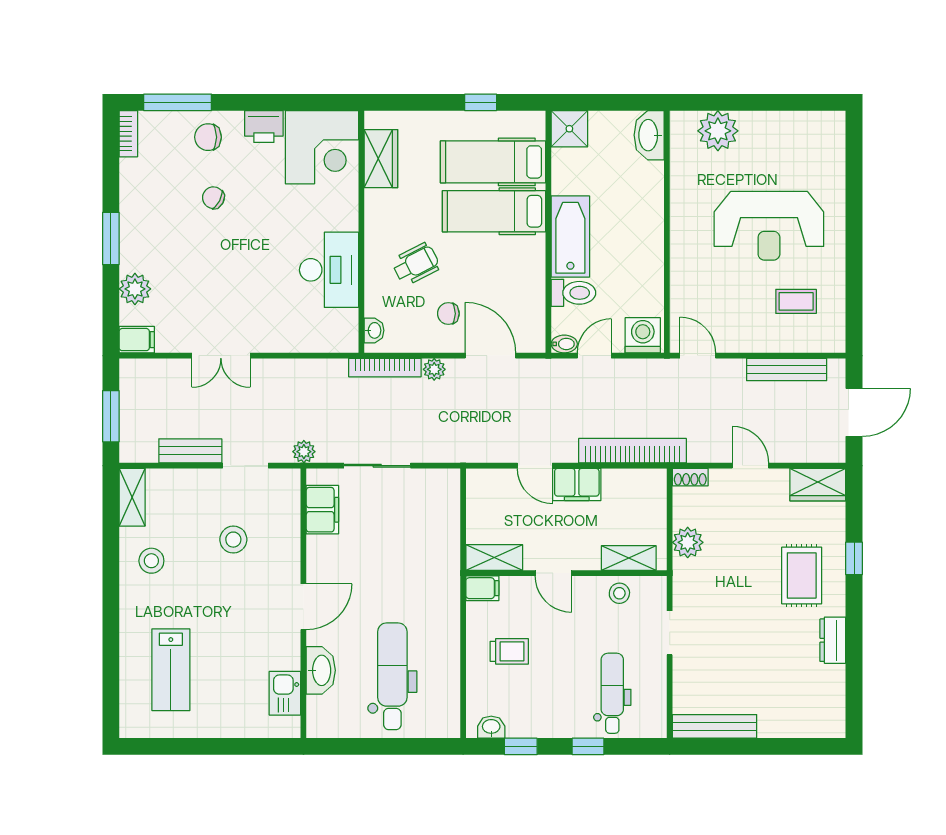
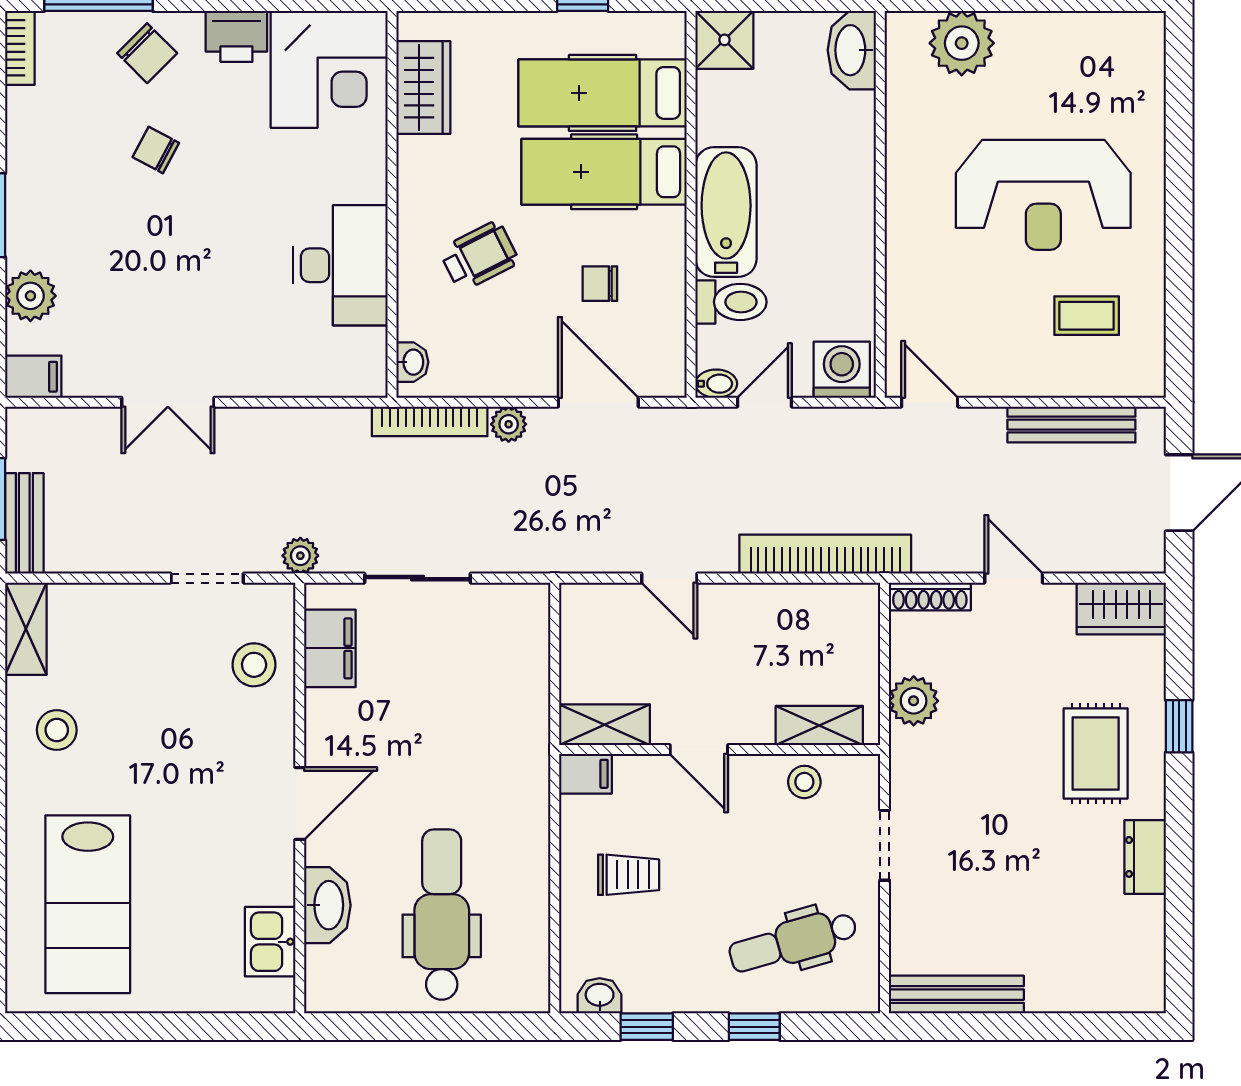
chair: (208, 137) -> (147, 53), turned -135
chair: (448, 314) -> (600, 284), moved
bench: (190, 451) -> (24, 523), moved, turned 90
shoe rack: (690, 477) -> (930, 596), width x1.43
filing cabinet: (577, 485) -> (736, 608), removed
stool: (233, 540) -> (254, 665), moved
lab bench: (171, 670) -> (88, 904), width x1.36, depth x1.39
dental chair: (612, 693) -> (793, 942), turned -106

